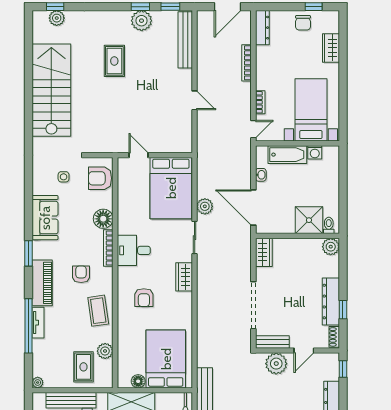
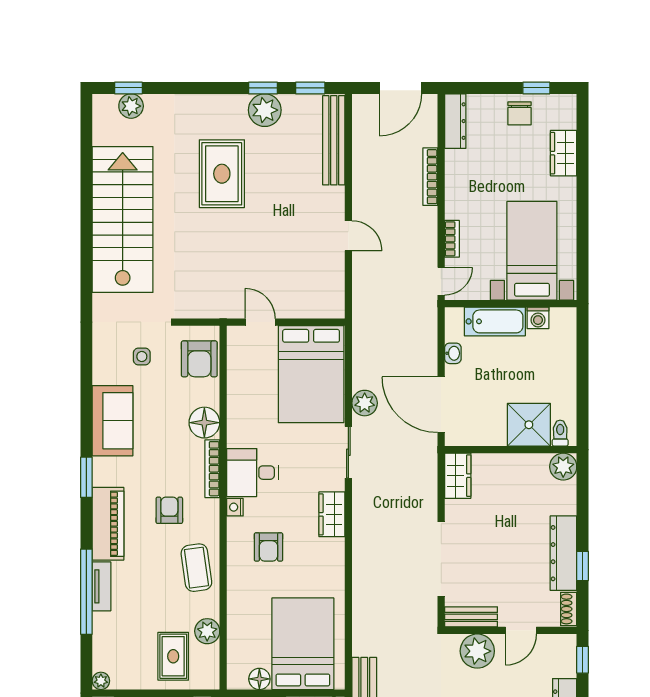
rug: (114, 61) -> (222, 174), width x1.36, depth x1.43
armchair: (100, 178) -> (199, 359), turned -90
nightstand: (123, 272) -> (235, 507), added

